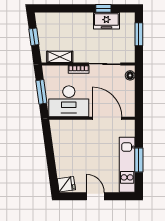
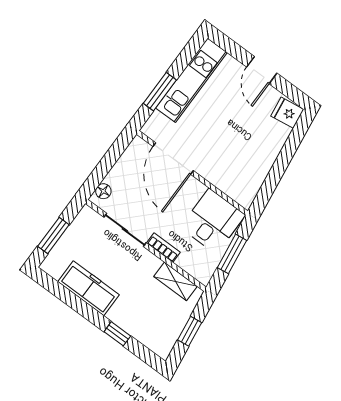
window: (103, 8) -> (117, 334), moved
freezer: (106, 21) -> (89, 288), width x1.40
desk: (69, 101) -> (213, 221), width x0.73
window: (139, 160) -> (160, 92), moved

